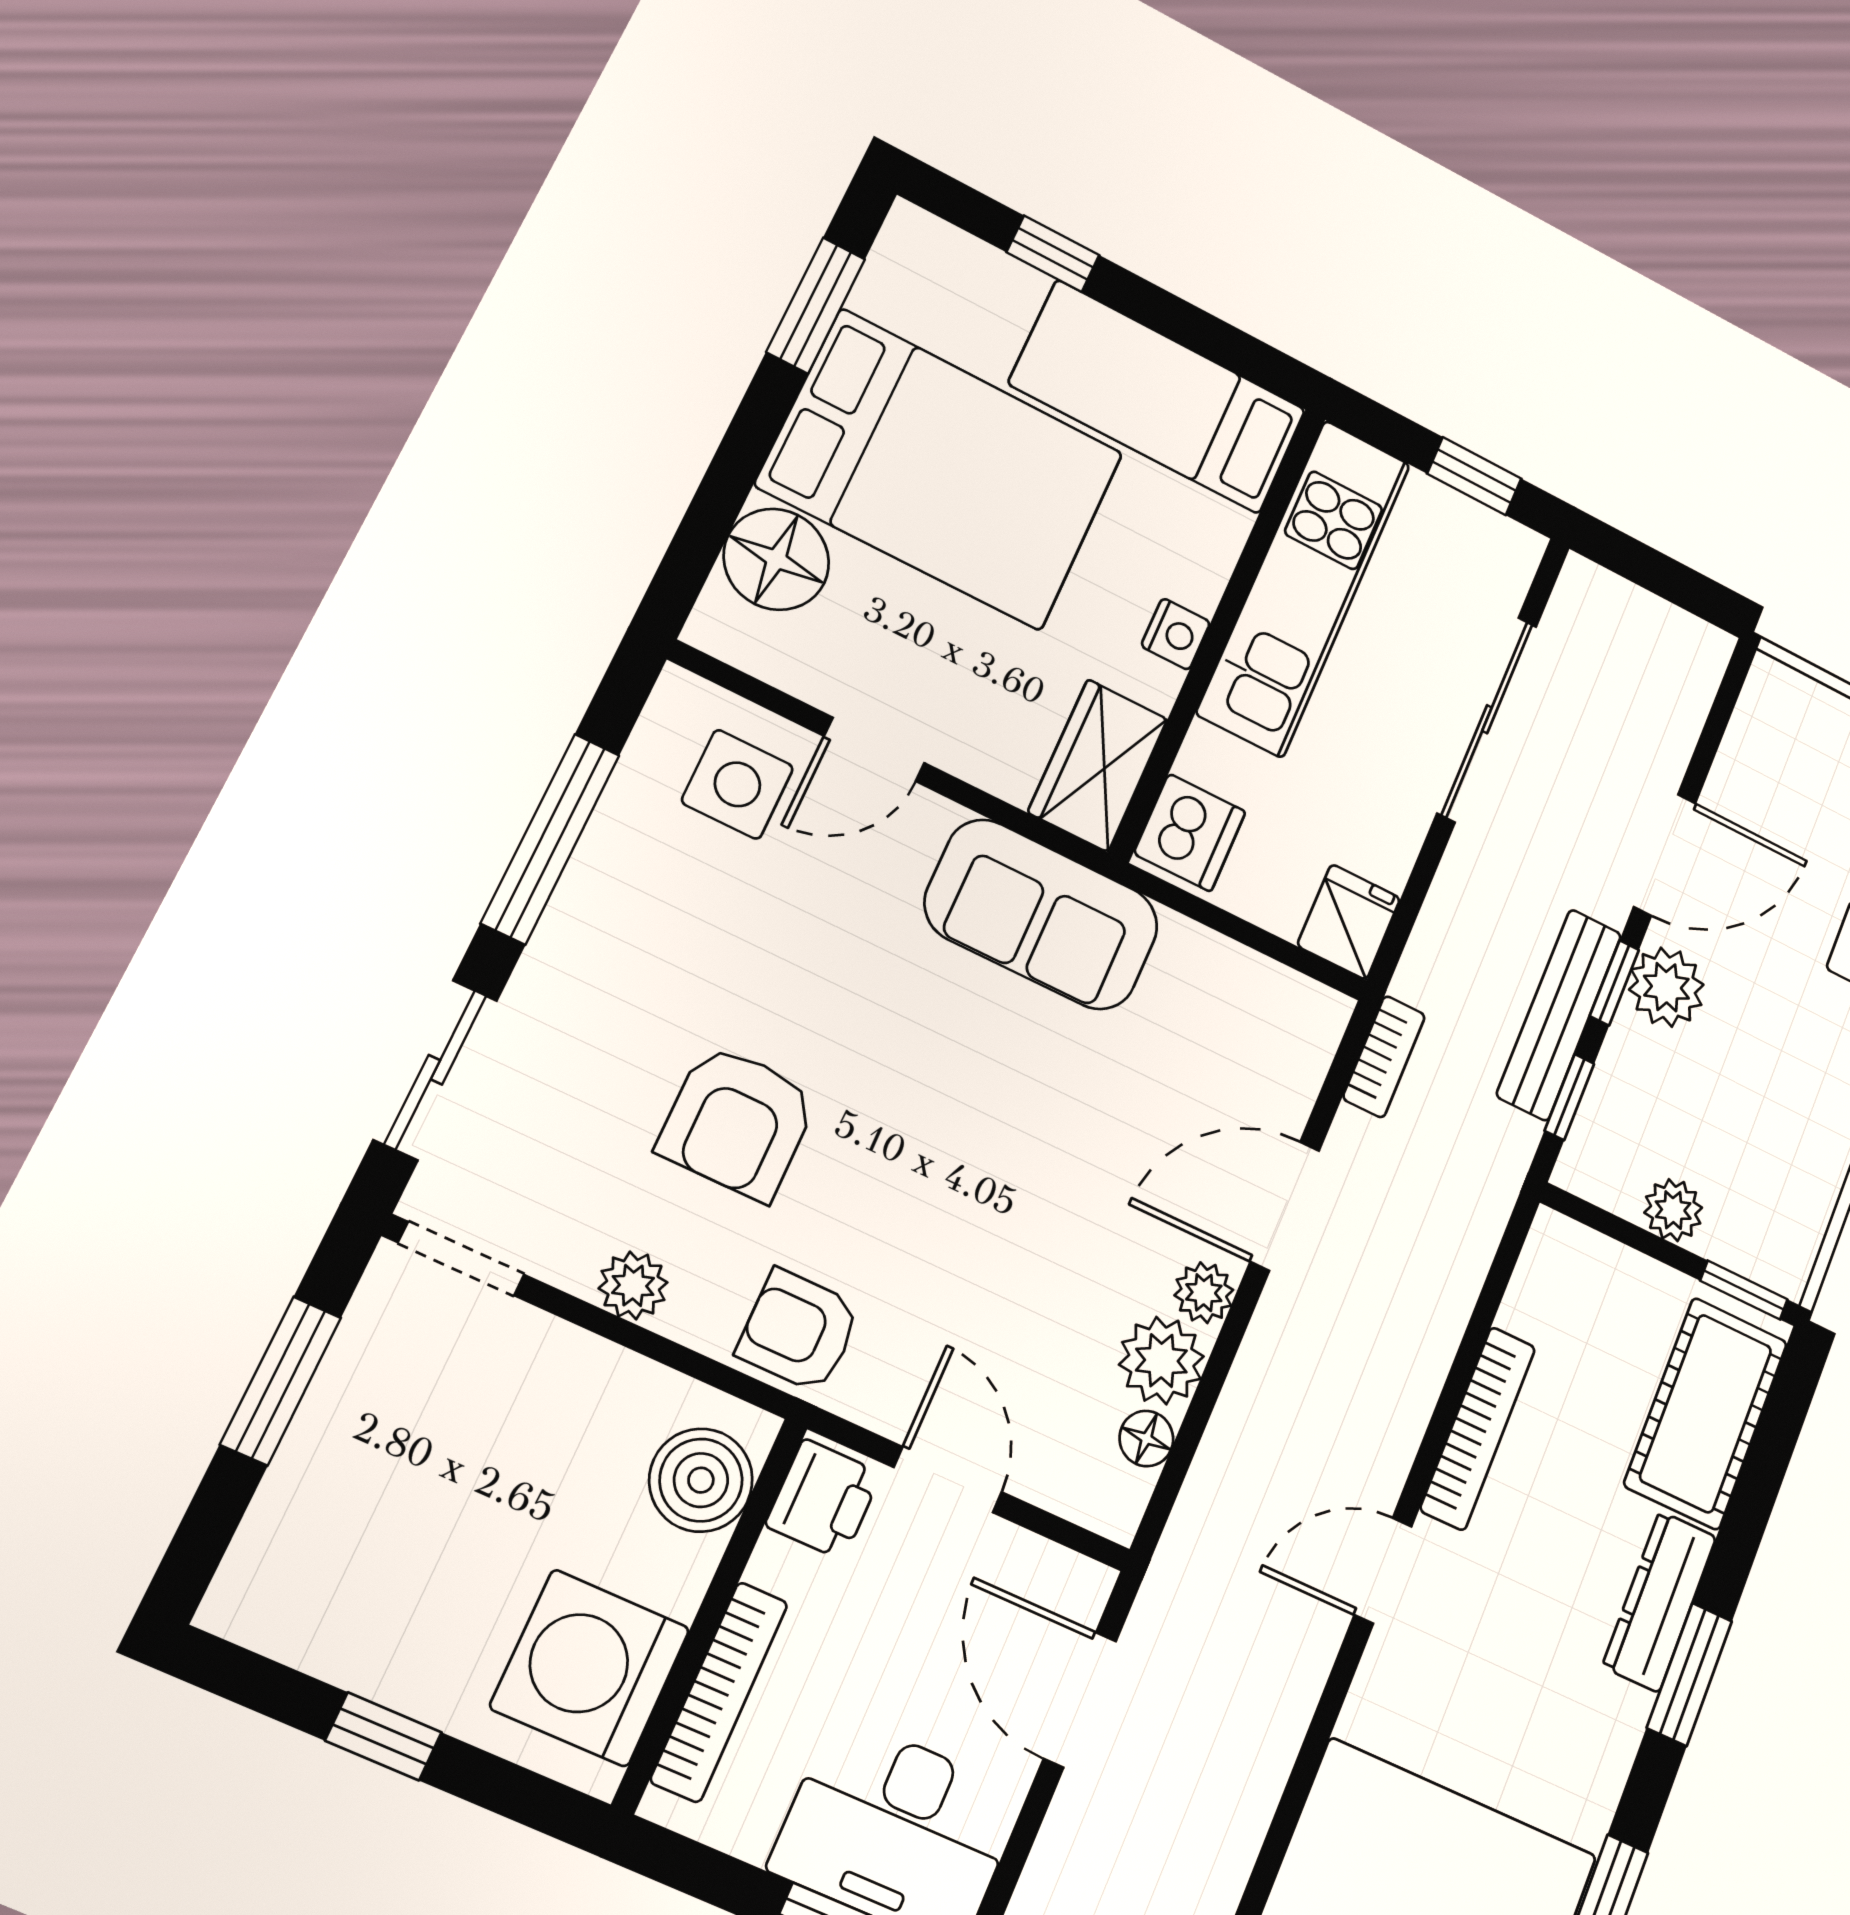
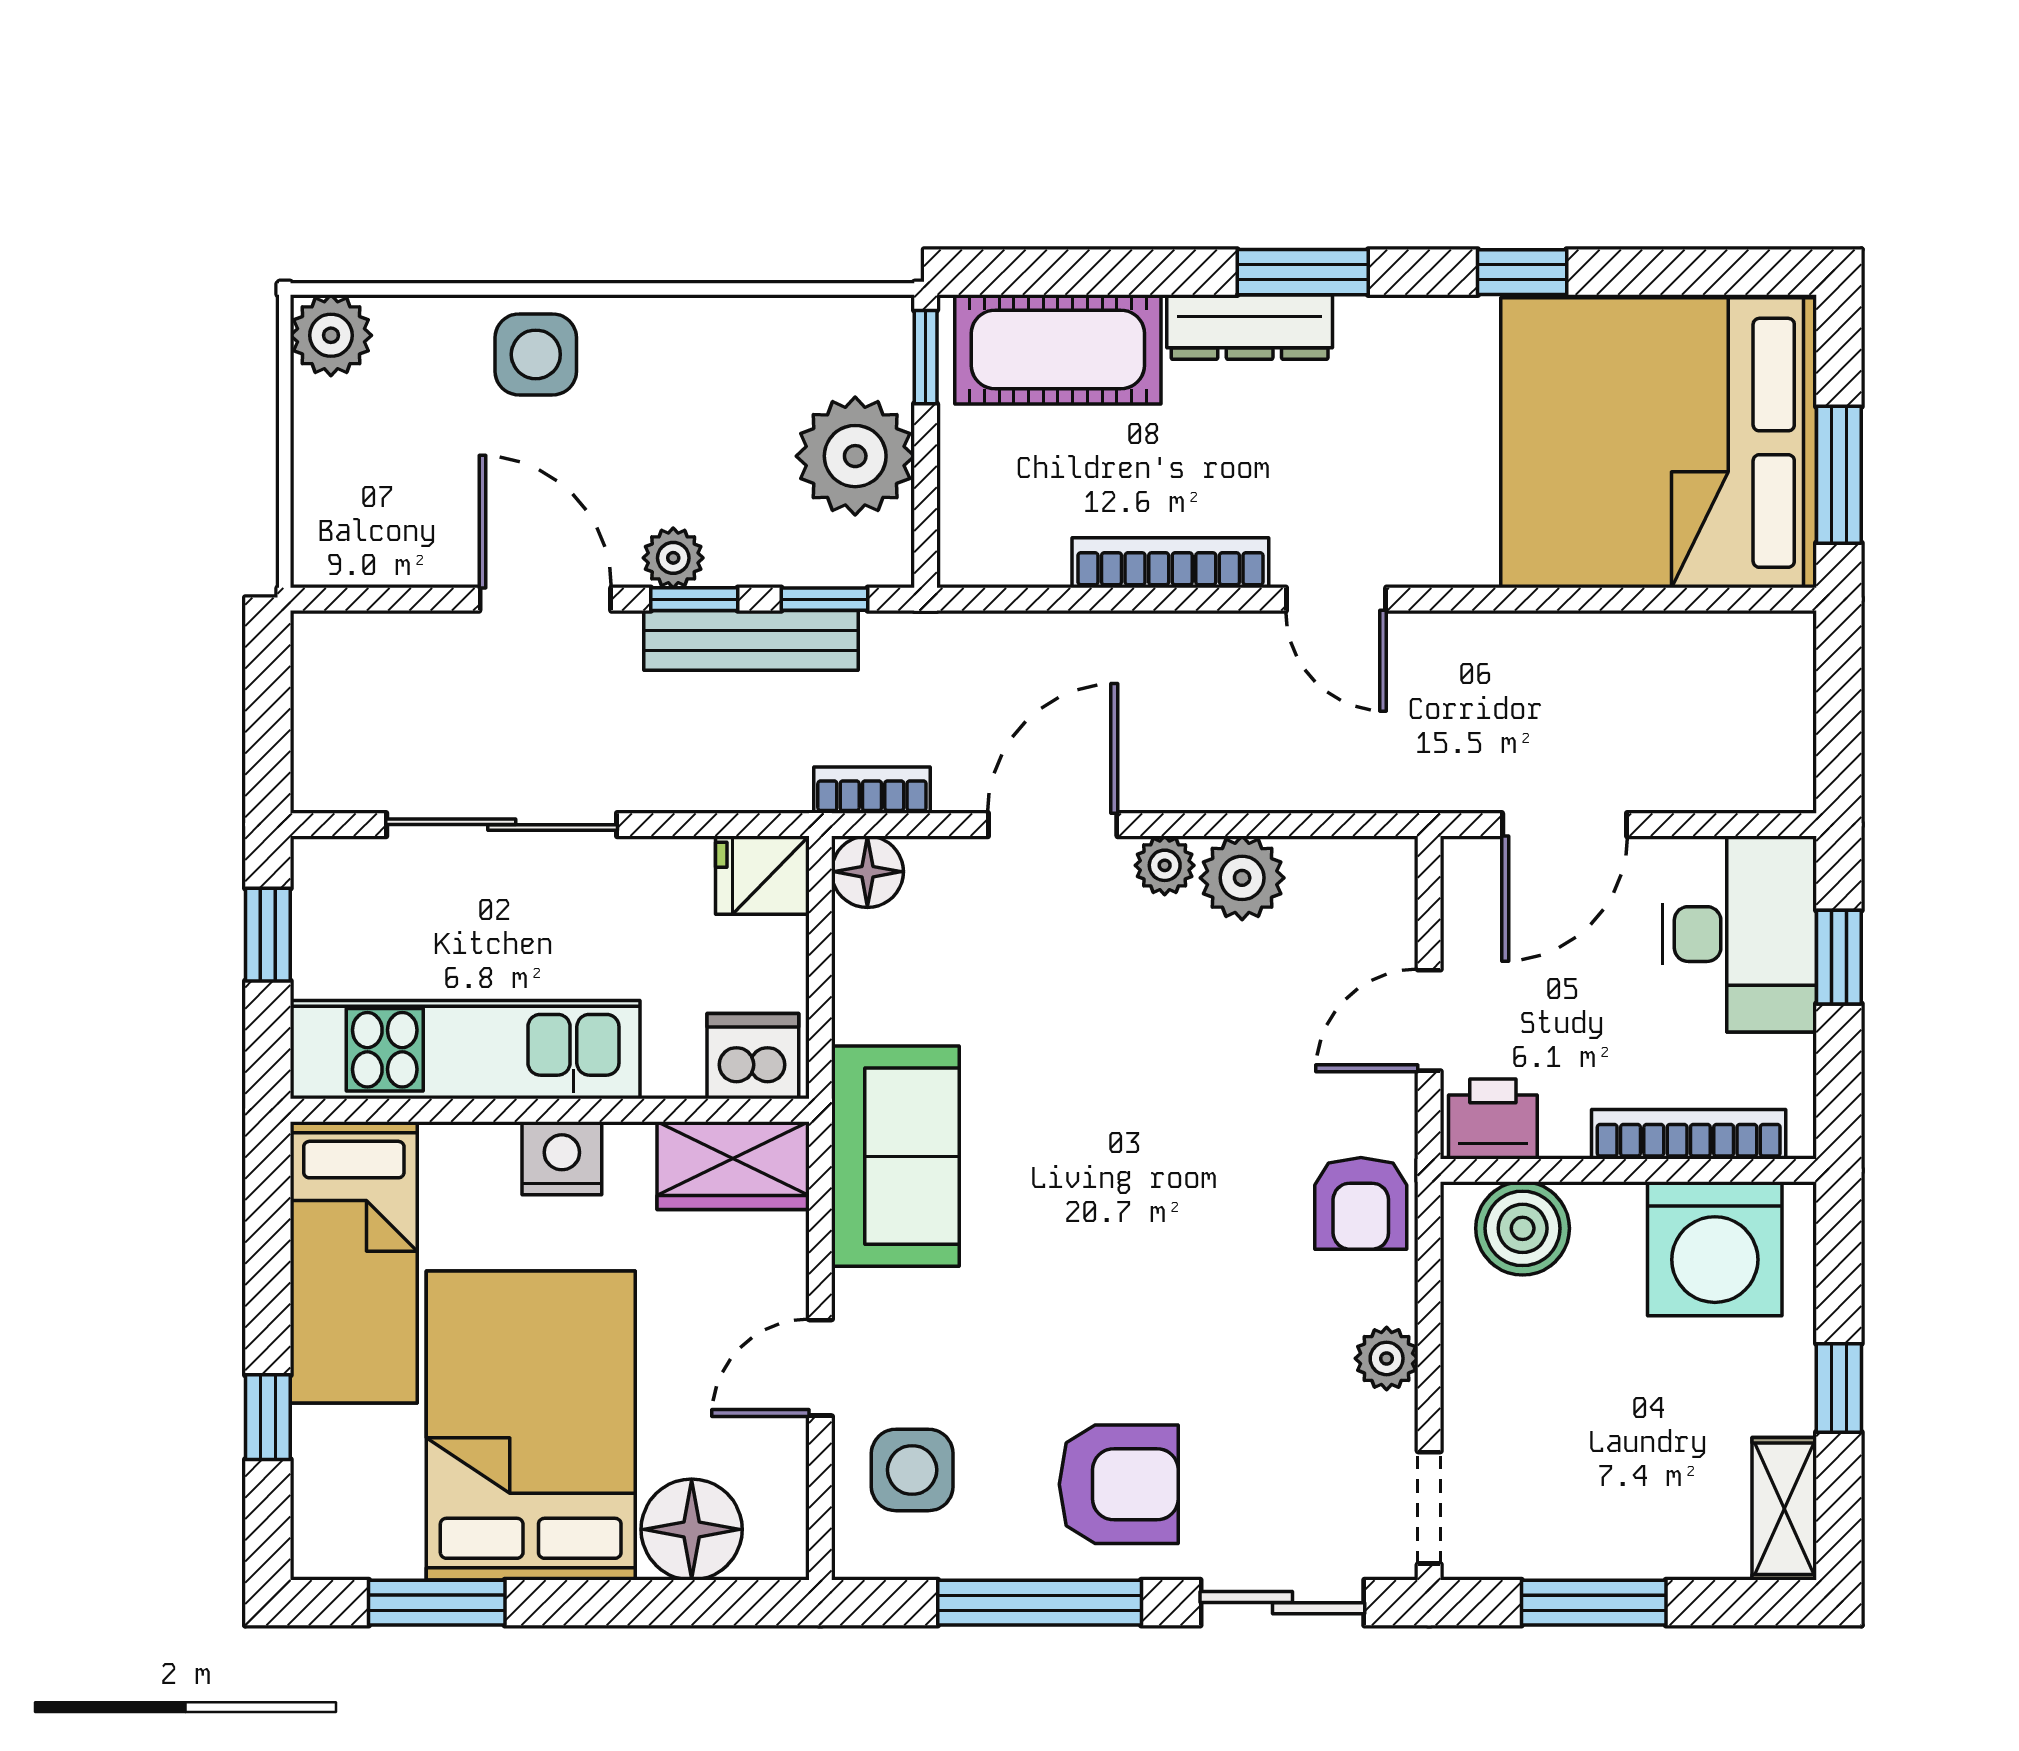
nightstand: (1176, 634) -> (562, 1158), width x1.39, depth x1.35
door: (874, 749) -> (820, 1368), swing flipped
plant: (1666, 987) -> (673, 558), width x0.73, depth x0.73
armchair: (738, 1122) -> (1119, 1484), moved
door: (1285, 1206) -> (1053, 825), swing flipped
plant: (1673, 1210) -> (855, 456), width x1.87, depth x1.87
floor lamp: (1146, 1439) -> (867, 872), moved, width x1.37, depth x1.37
shelving: (283, 1623) -> (1784, 1509), added

